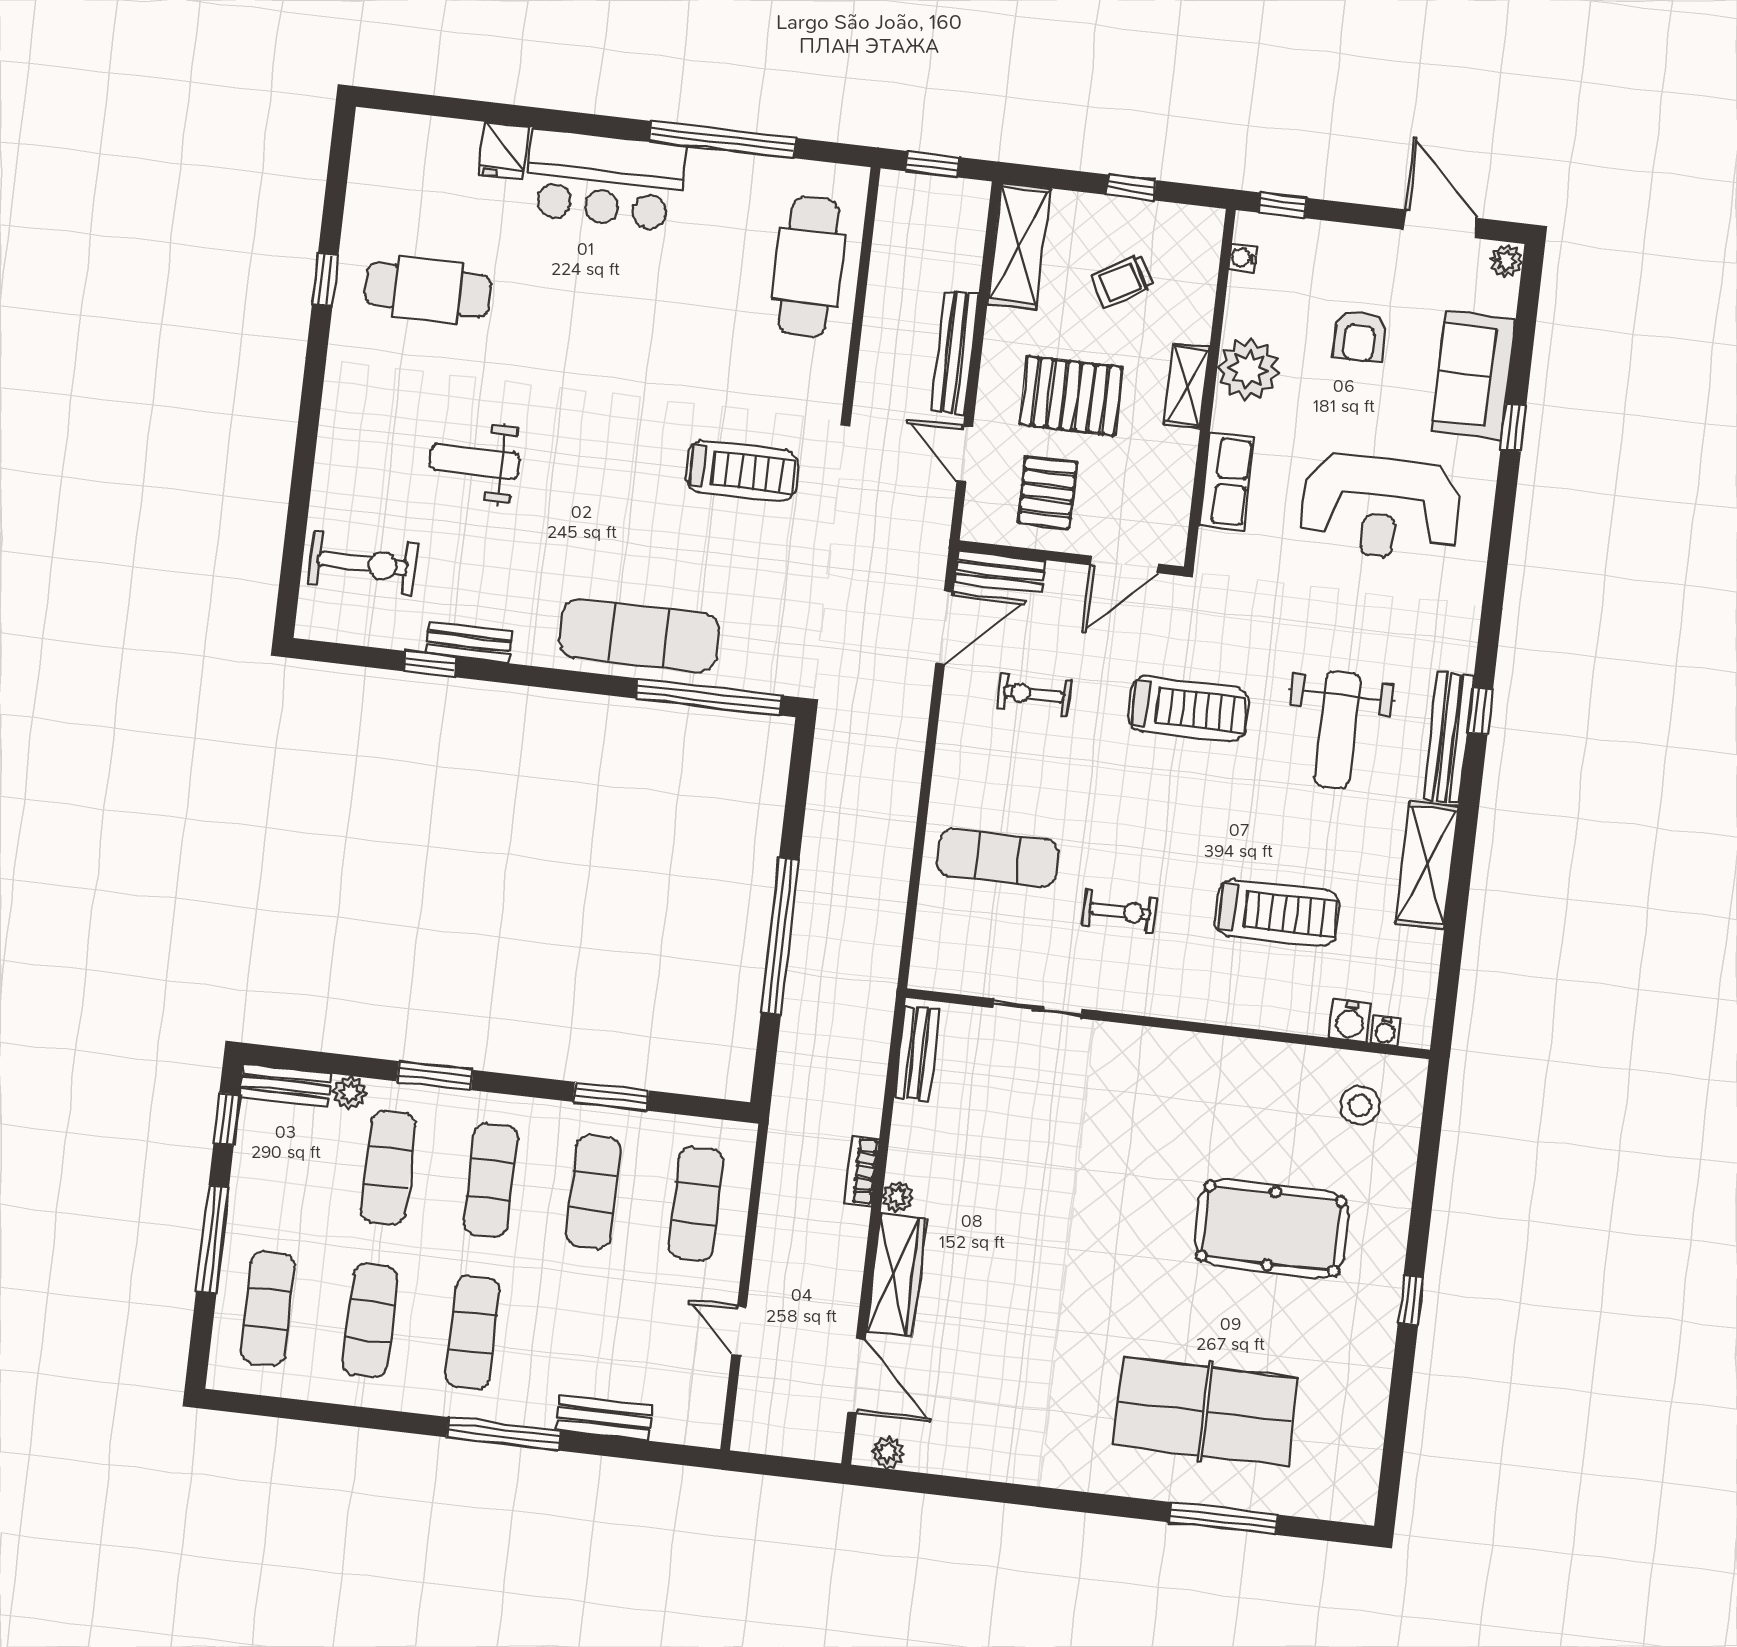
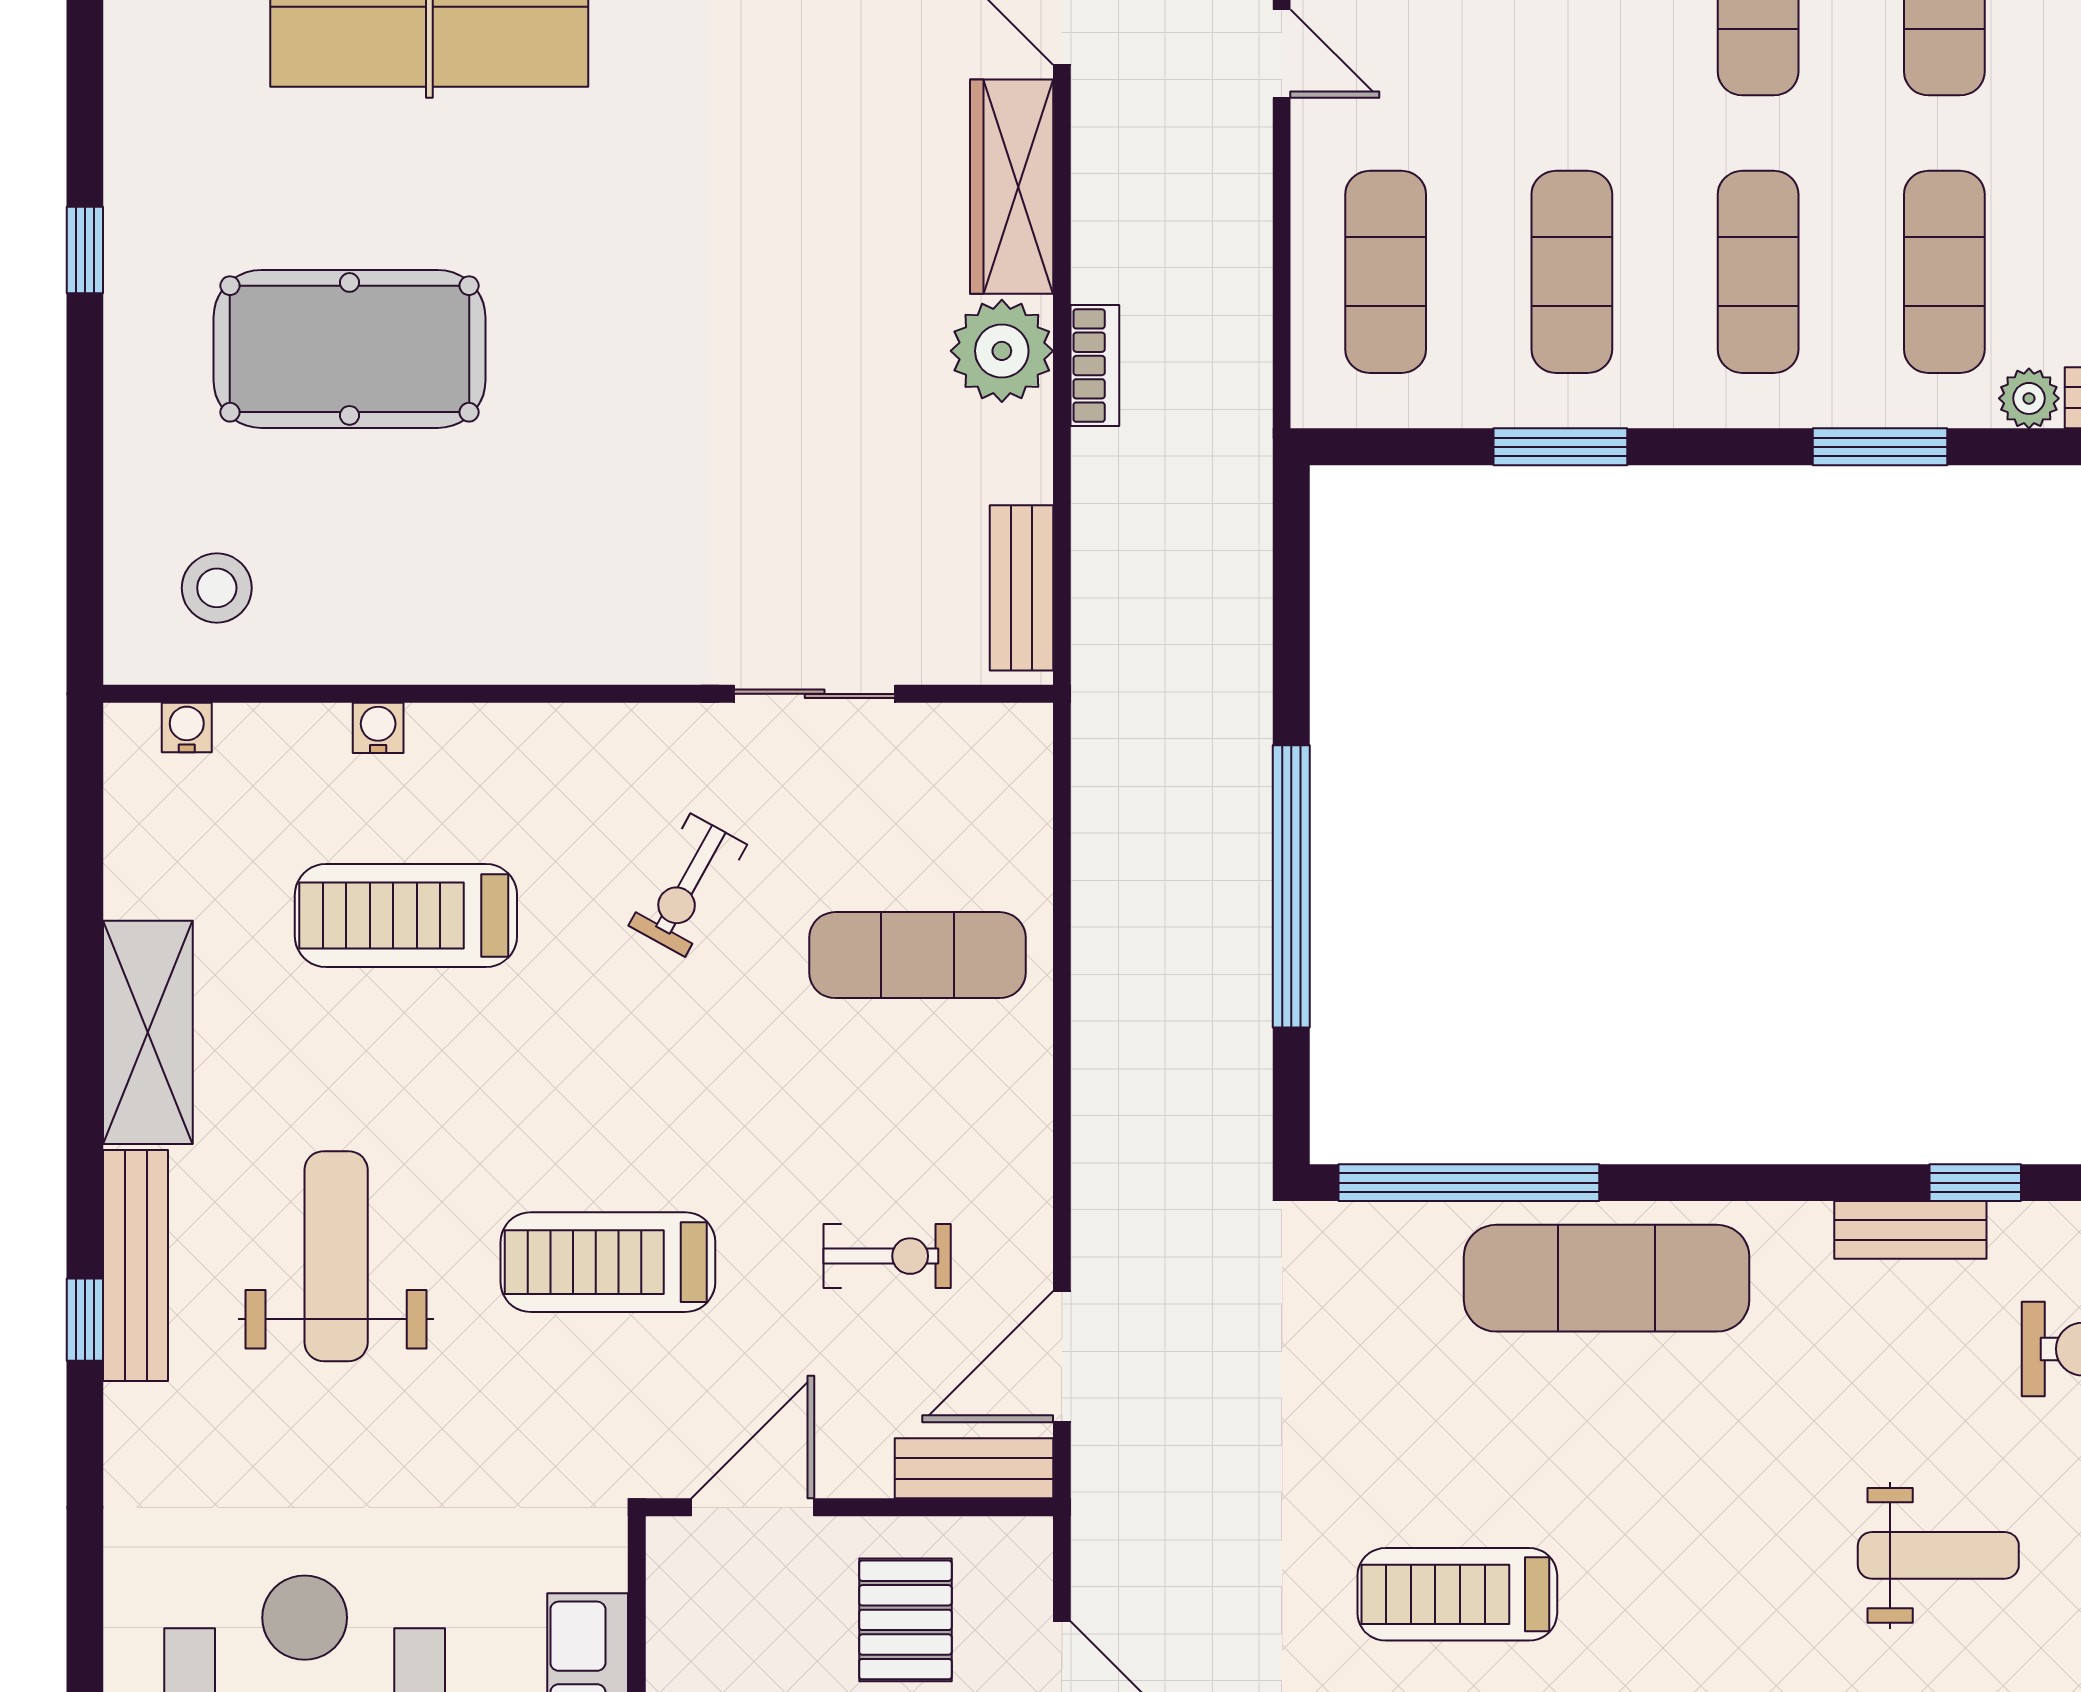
exercise bike: (1120, 911) -> (688, 885), turned -61
window: (780, 936) -> (1291, 886), moved
water cooler: (1350, 1021) -> (378, 728), moved, width x0.72, depth x0.72
plant: (898, 1197) -> (1002, 351), width x1.87, depth x1.87

